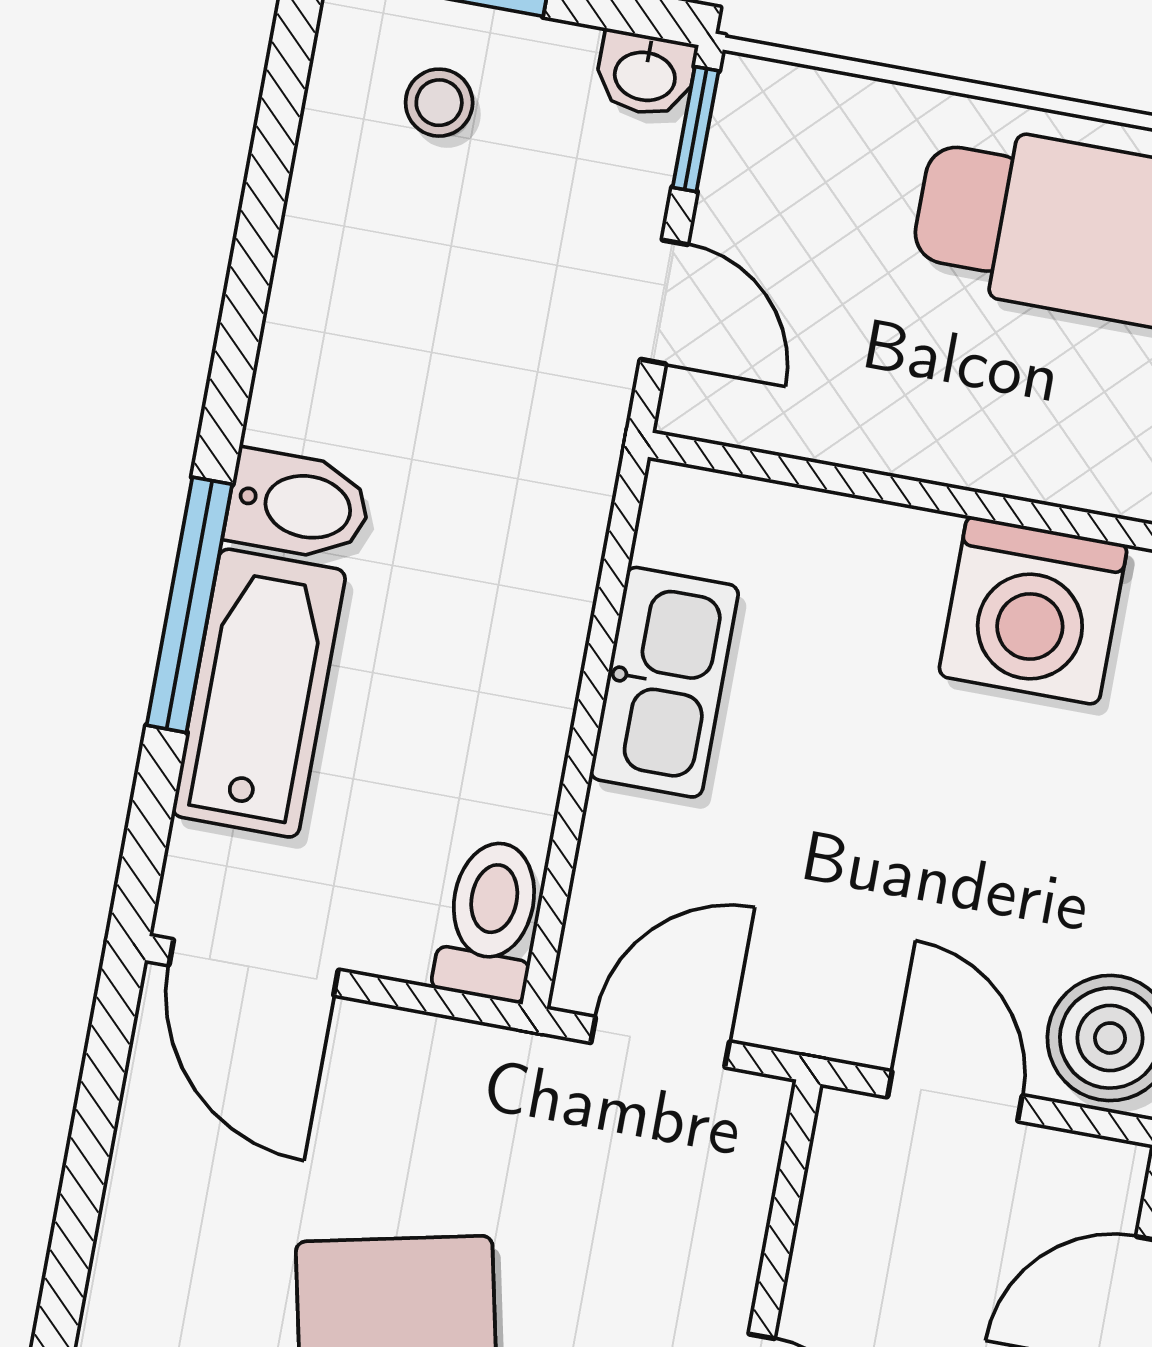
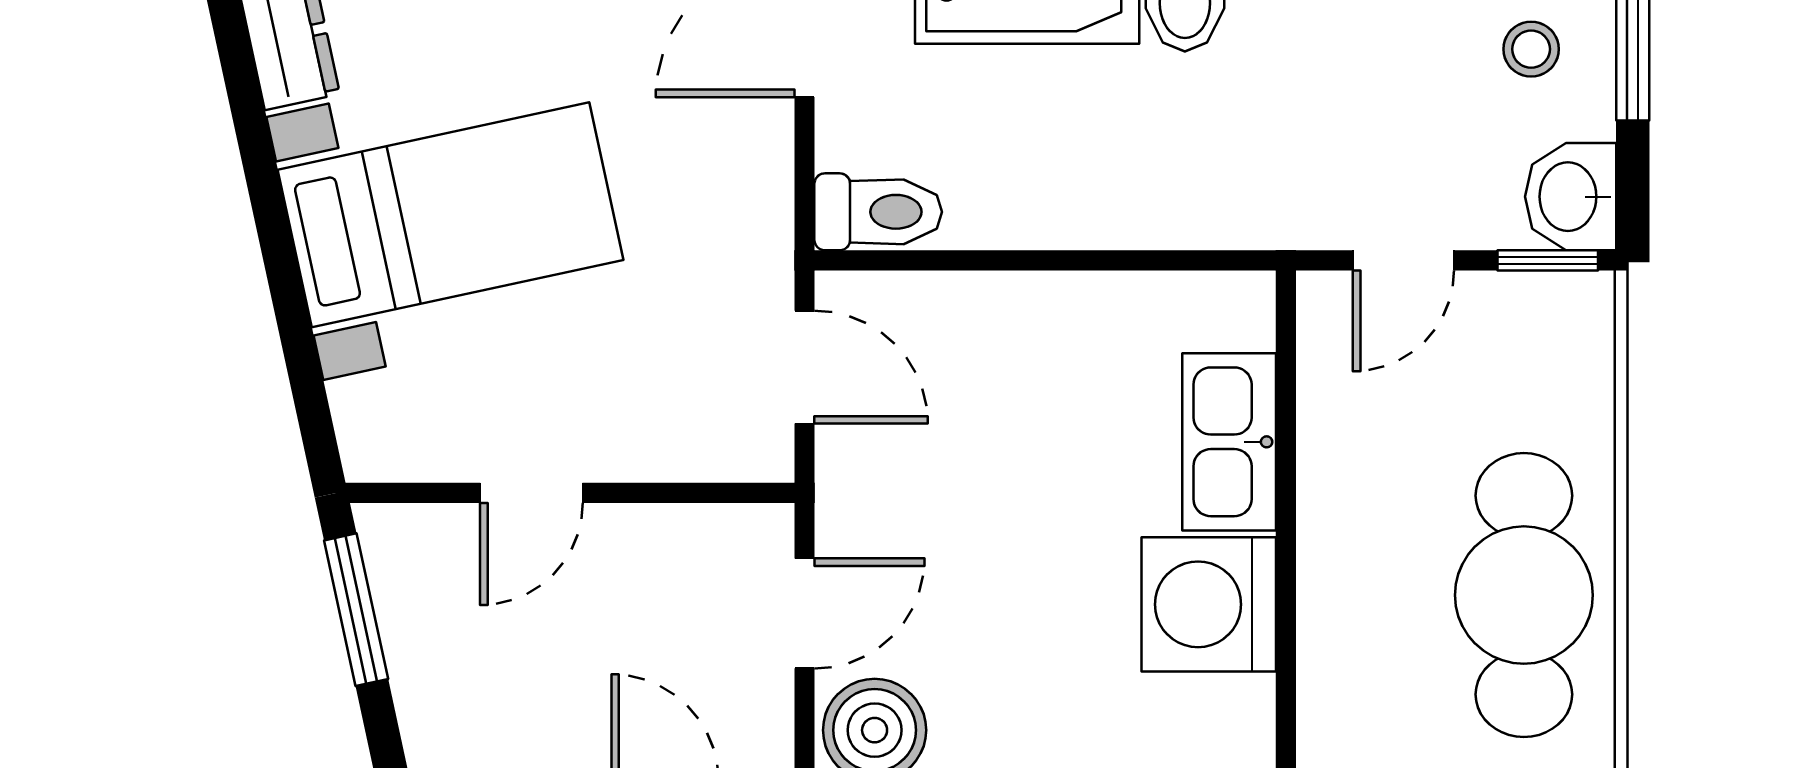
washbasin: (645, 74) -> (1571, 197), width x1.38, depth x1.45
kitchen sink: (664, 682) -> (1229, 442), moved, turned 90

